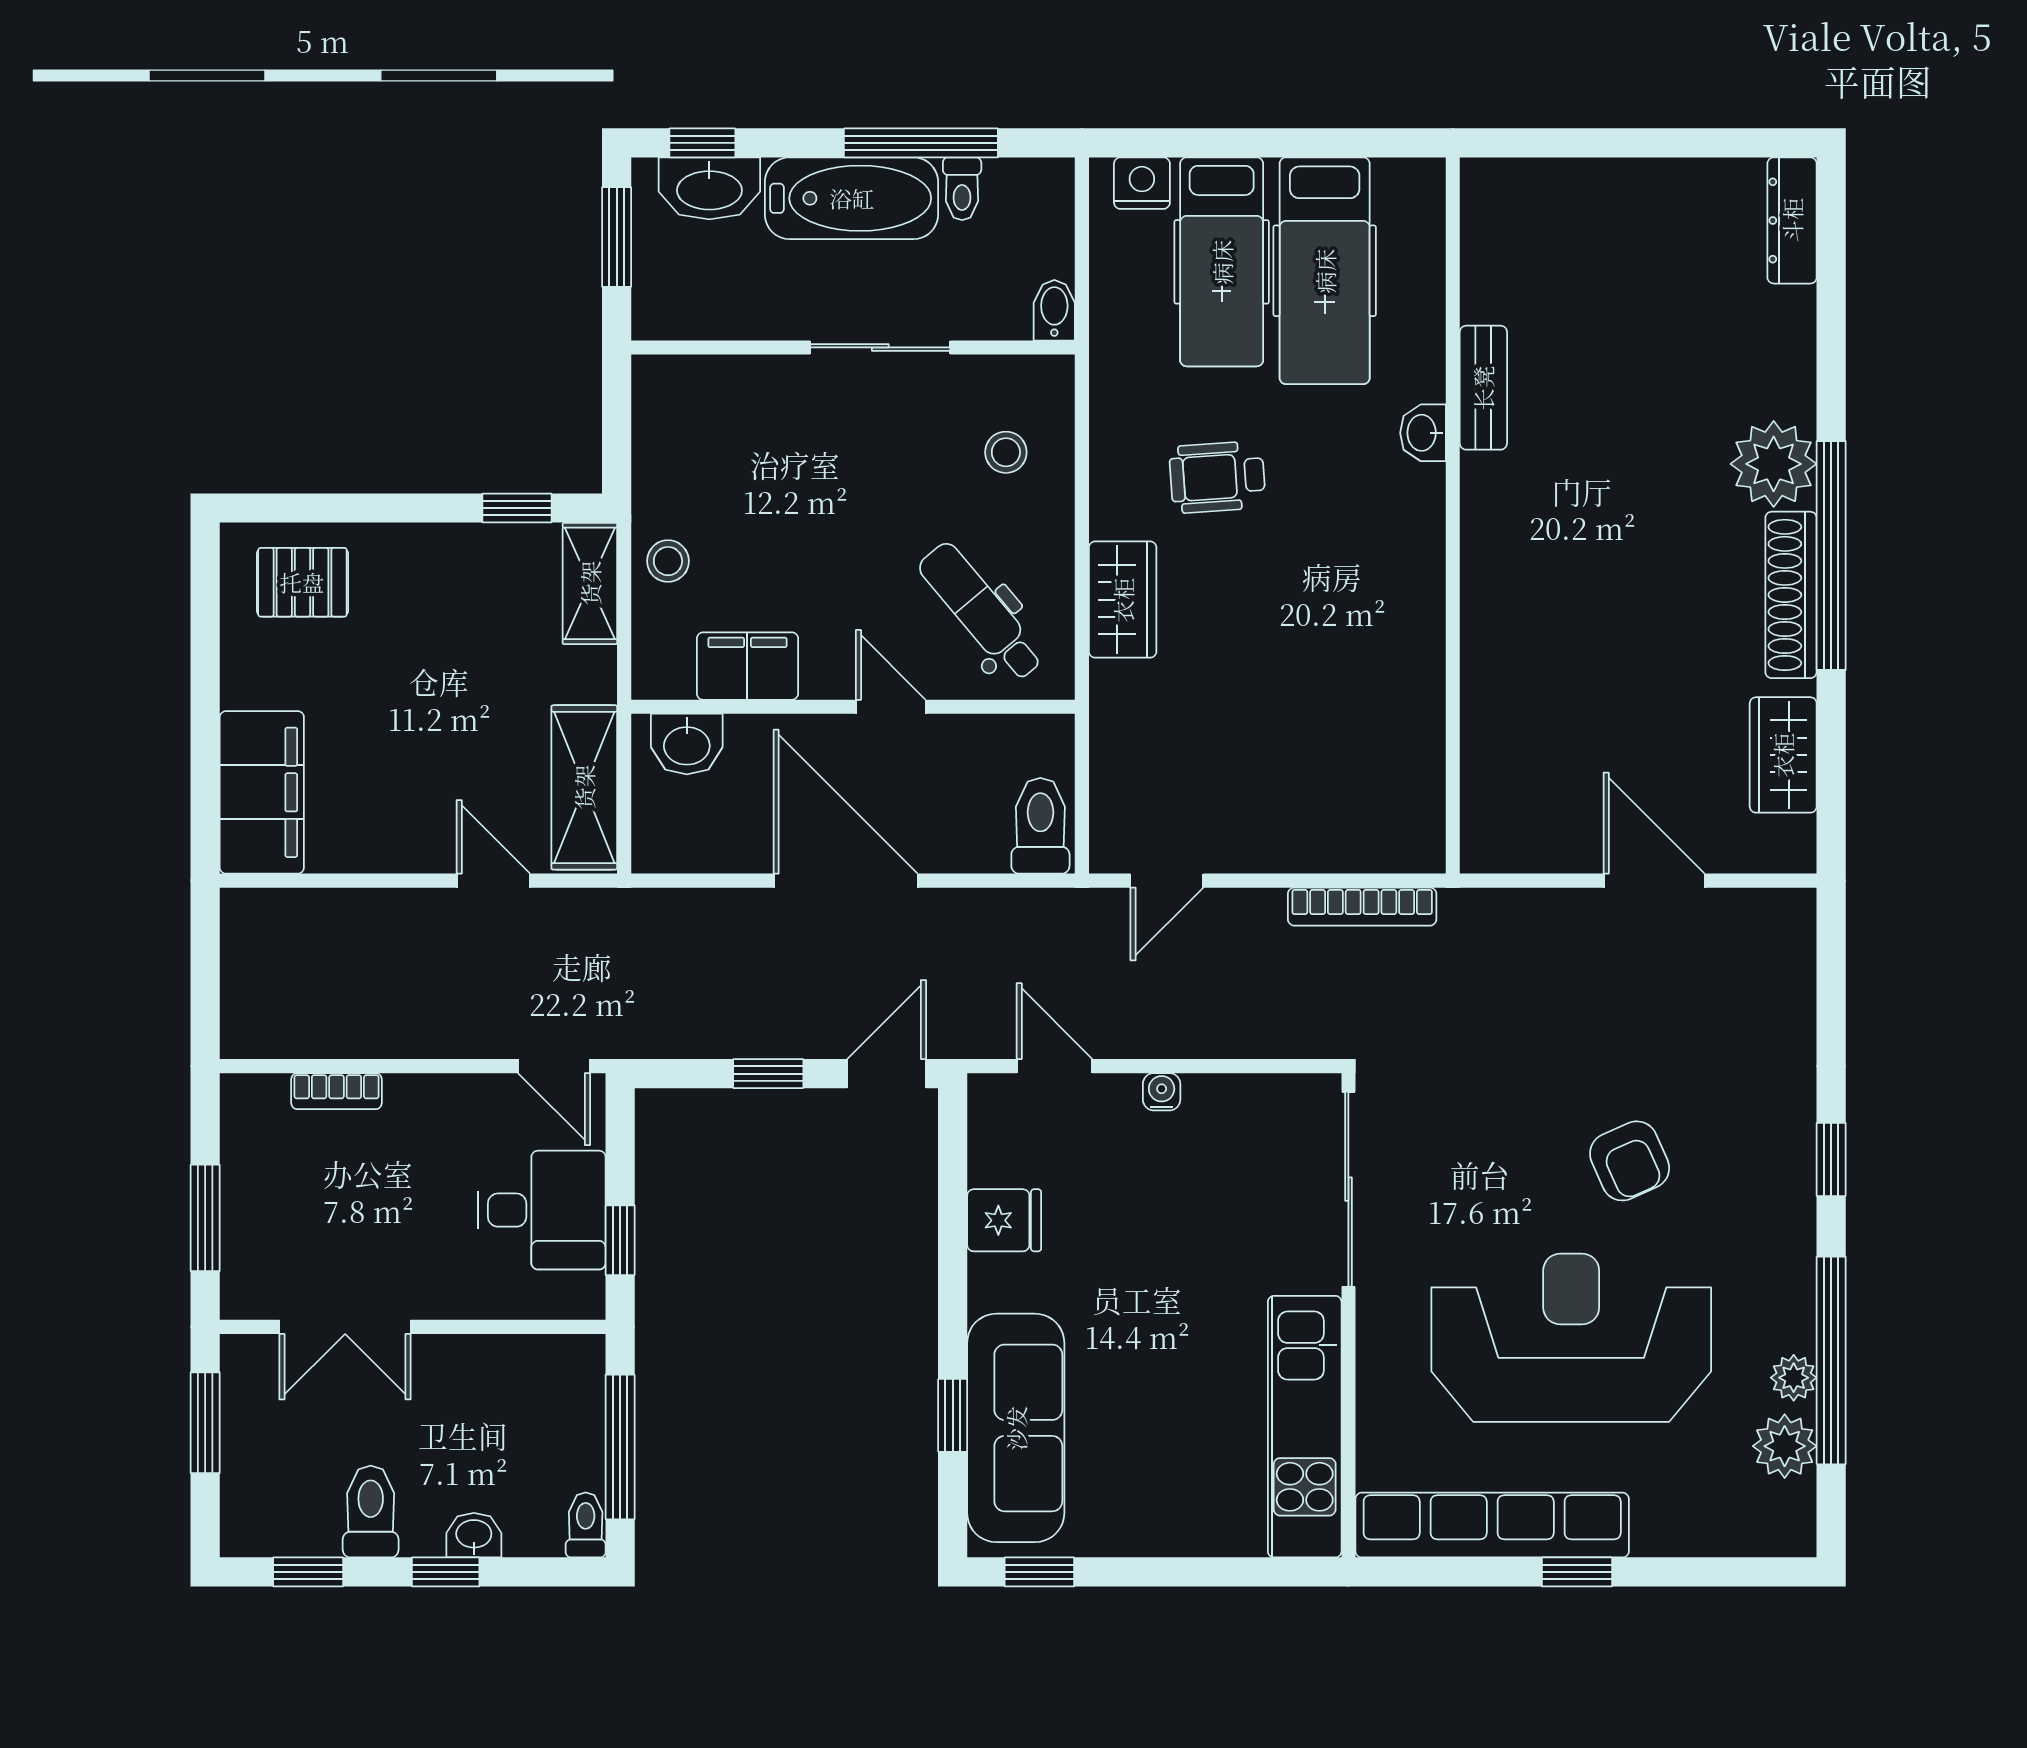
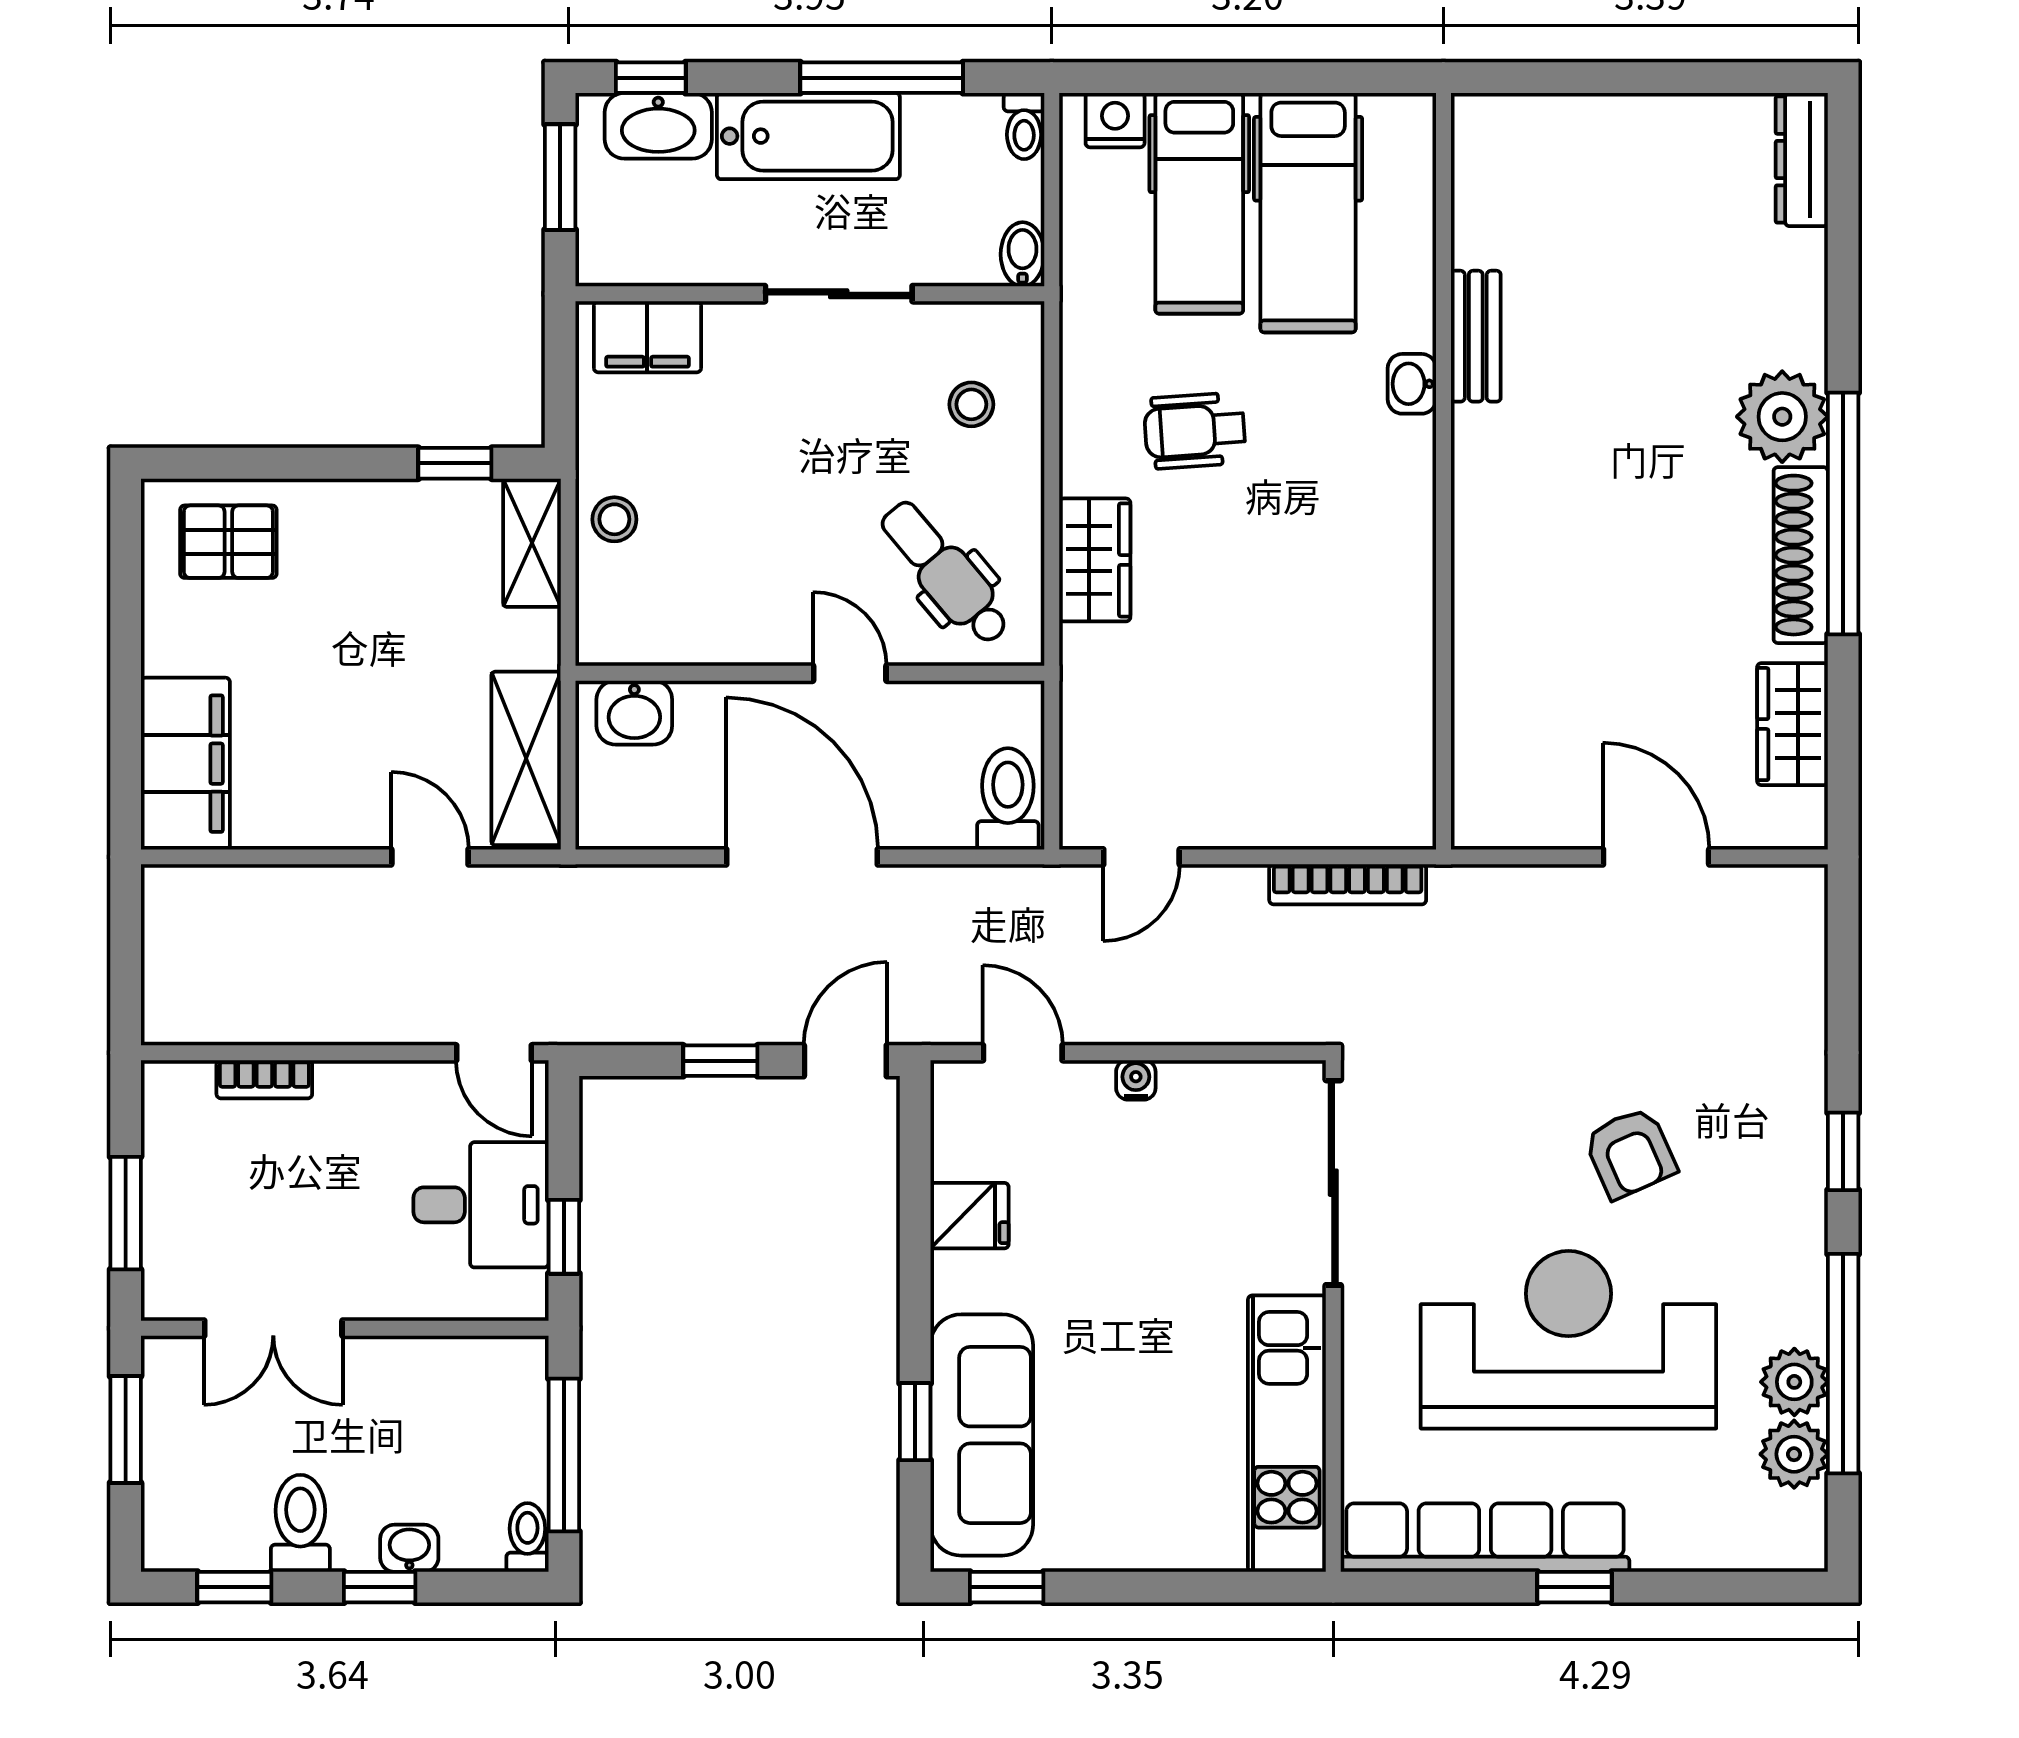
toilet: (962, 189) -> (1024, 126), moved
filing cabinet: (747, 666) -> (647, 337), moved, turned 180
plant: (1794, 1378) -> (1794, 1382), width x1.38, depth x1.38

